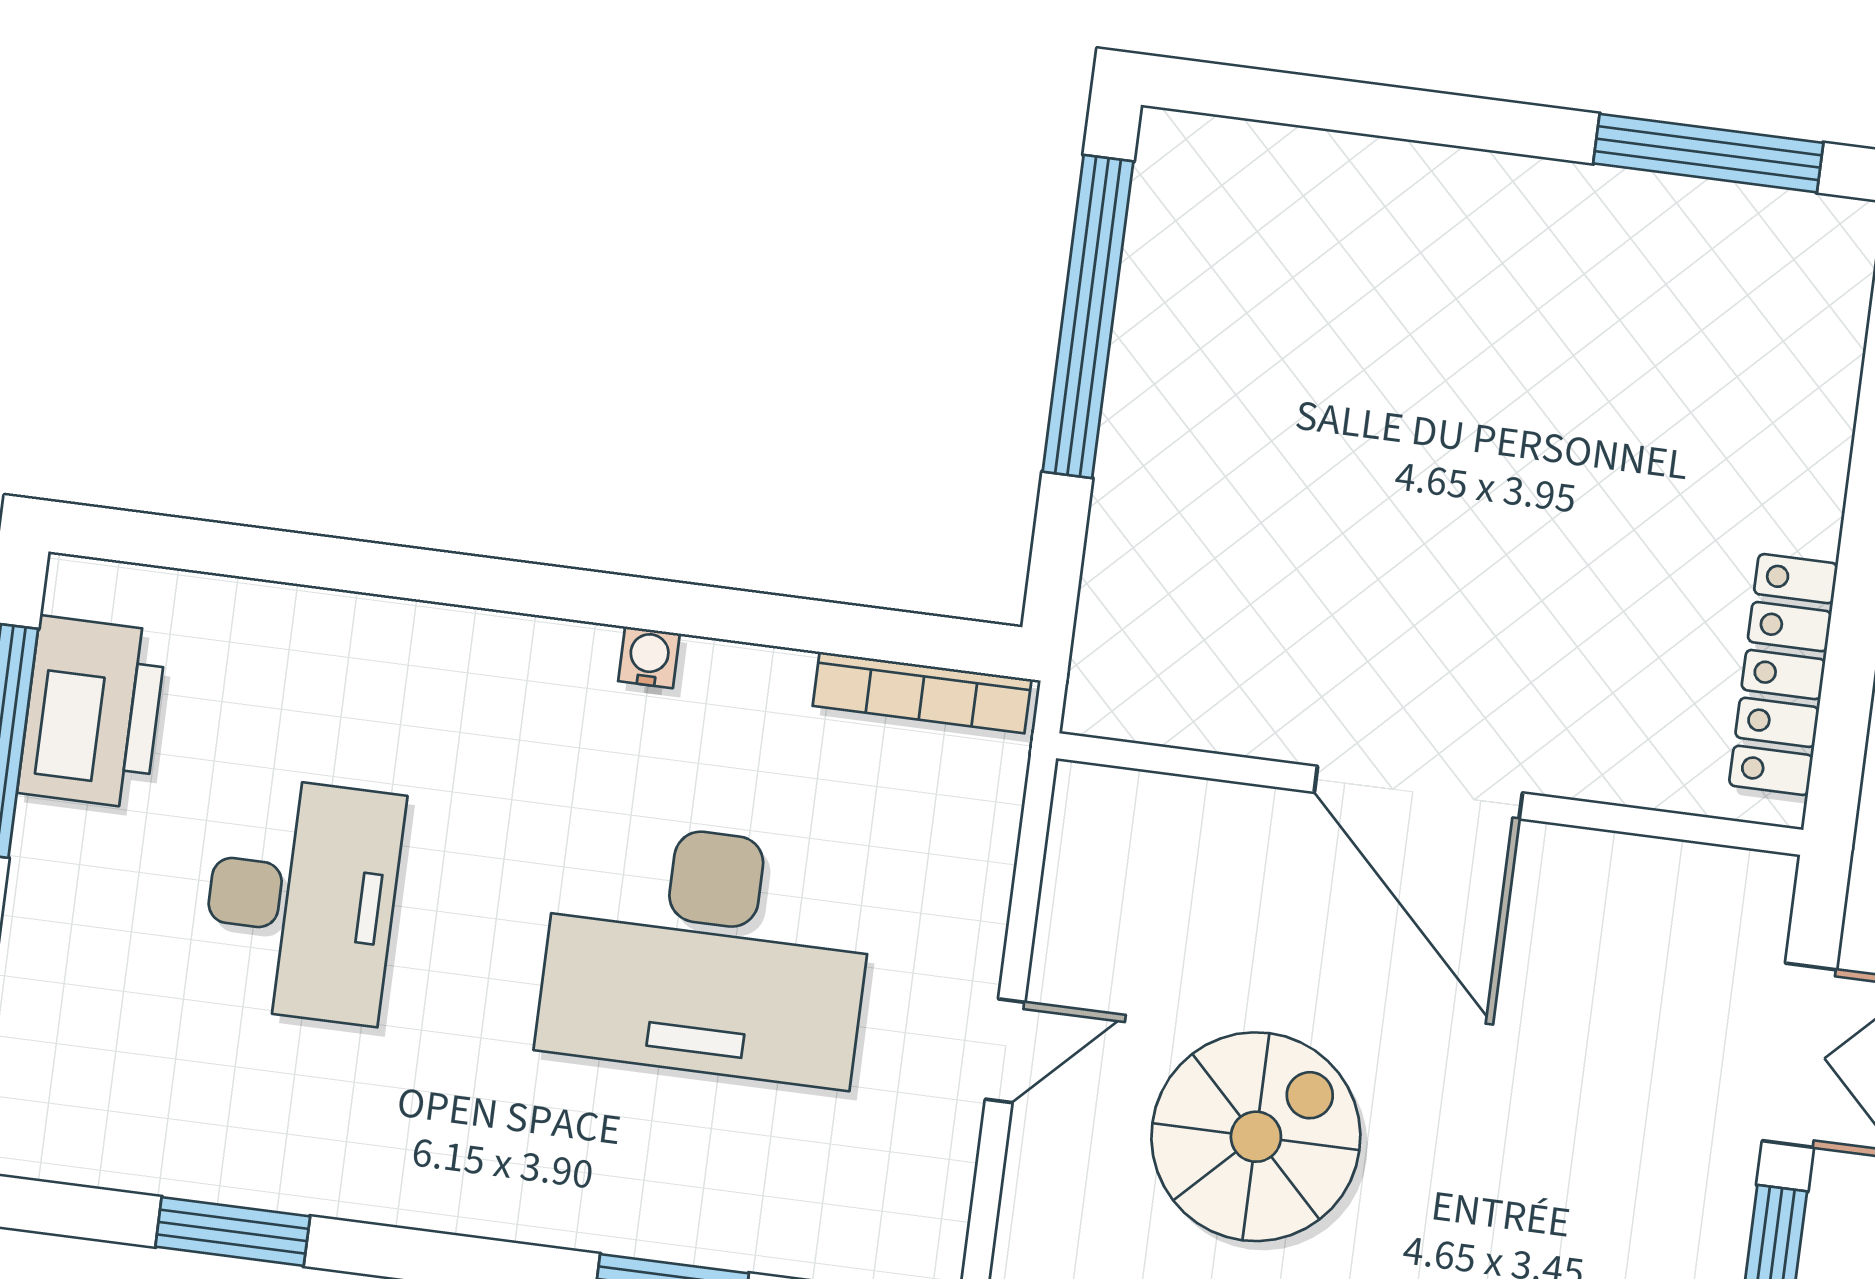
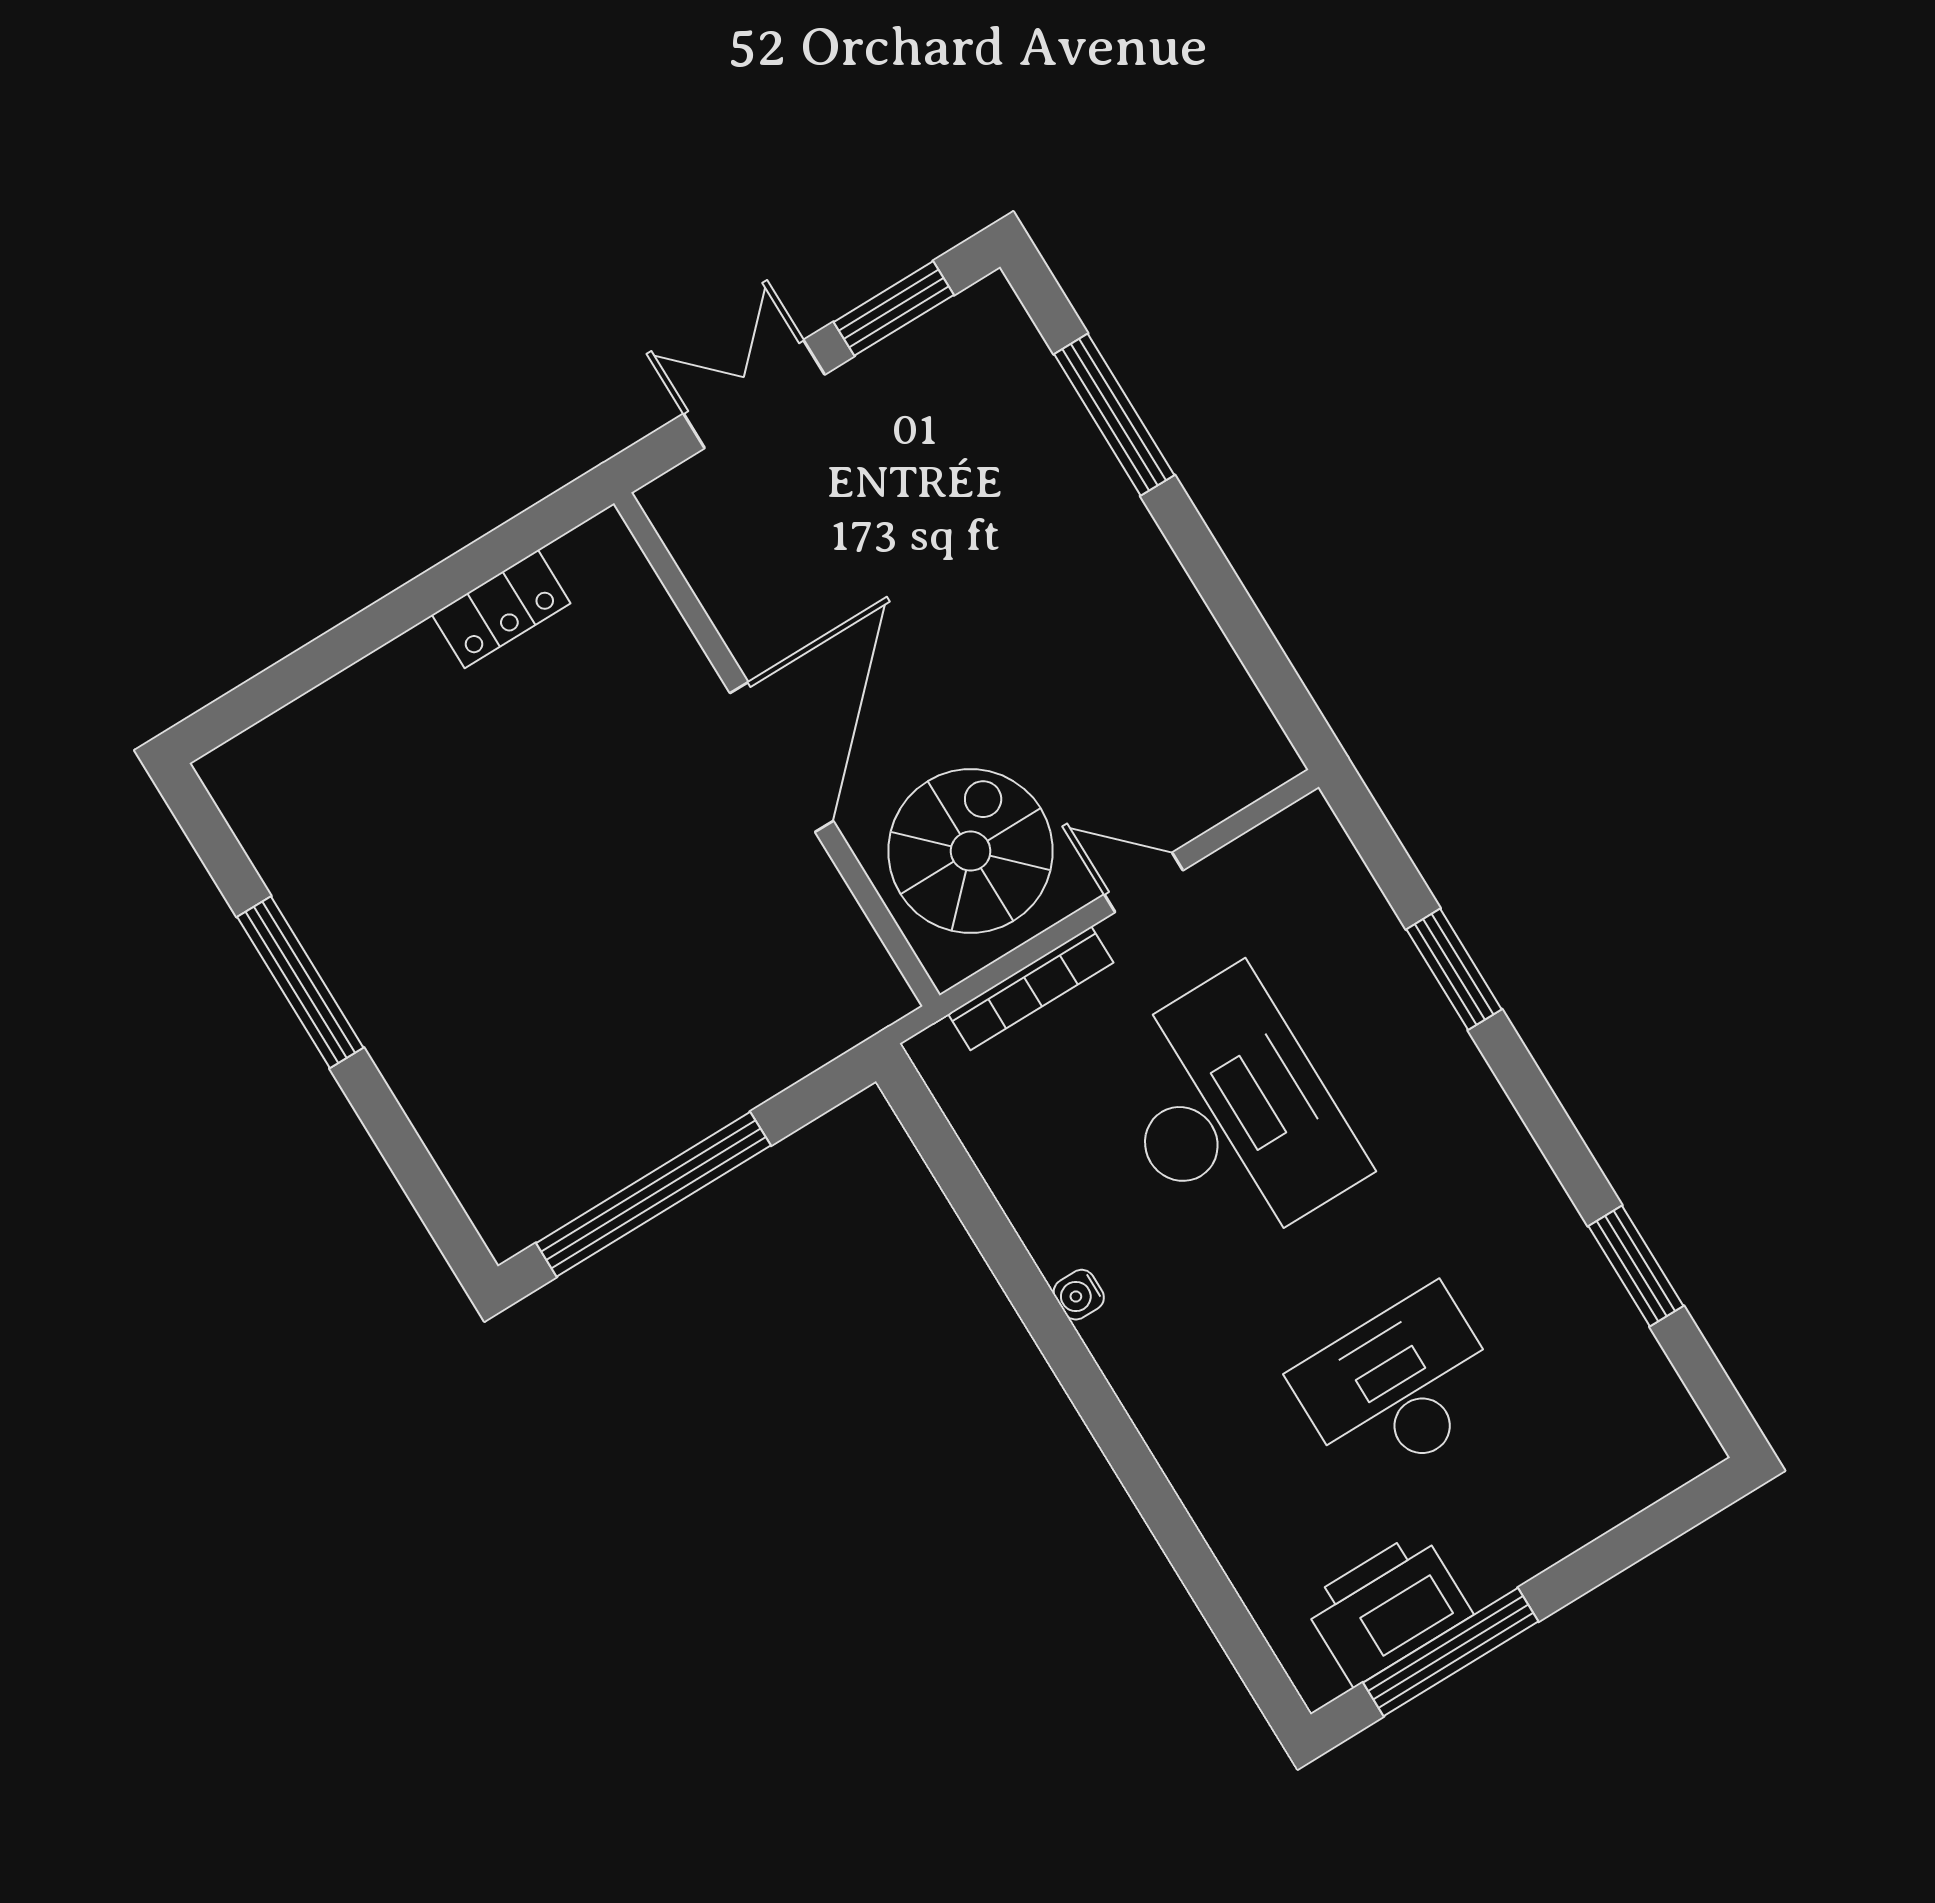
window: (1708, 153) -> (300, 982), moved
locker: (1783, 675) -> (501, 609), width x0.66
bookcase: (922, 693) -> (1031, 988), moved, turned 90
spiral stairs: (1256, 1137) -> (971, 851), moved, turned 90

